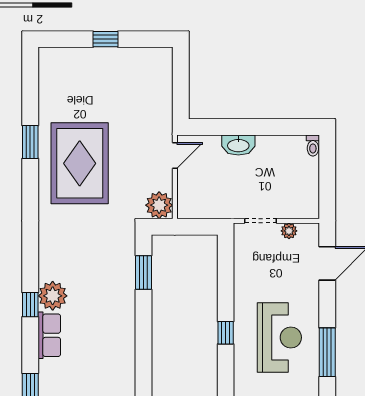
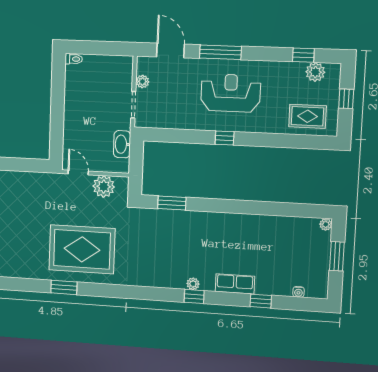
washbasin: (238, 145) -> (122, 144), moved, turned 180
plant: (159, 205) -> (104, 187), moved
plant: (53, 296) -> (193, 284), width x0.53, depth x0.53
row of seats: (49, 335) -> (235, 284), moved
window: (327, 352) -> (220, 52), moved

